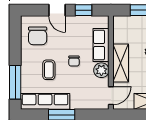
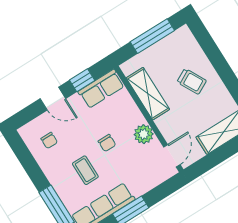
chair: (38, 36) -> (49, 140), width x0.54, depth x0.54
row of seats: (101, 45) -> (101, 89), moved, turned -90
shelving: (121, 63) -> (148, 94), moved

